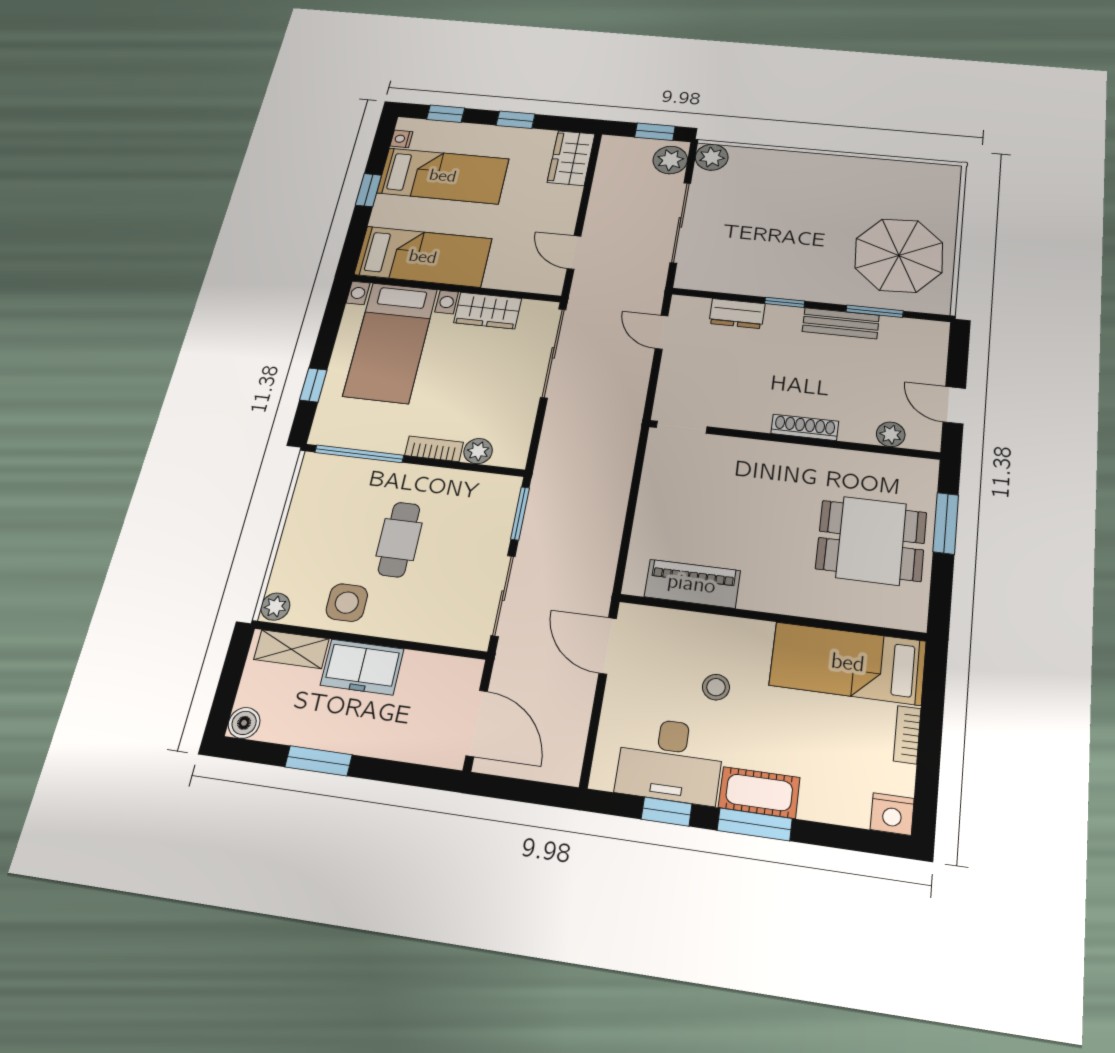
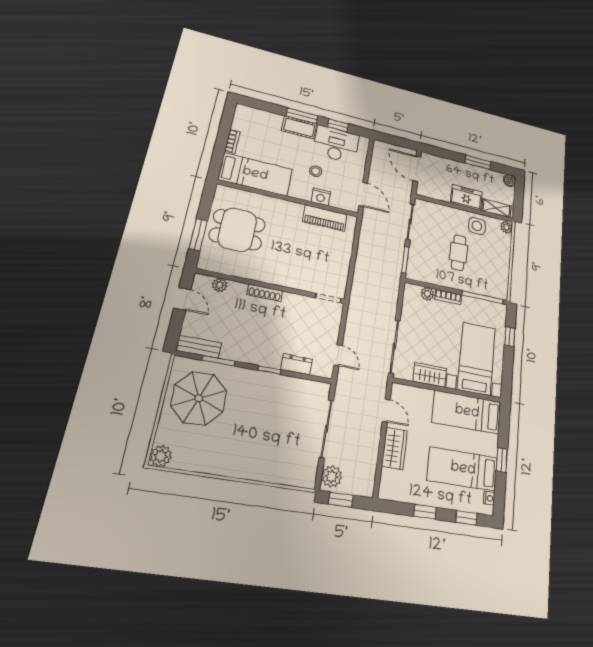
plant: (712, 157) -> (161, 456), moved
wardrobe: (571, 158) -> (394, 448), moved
bench: (841, 323) -> (199, 347), moved
nightstand: (892, 814) -> (321, 197), moved, turned 180

